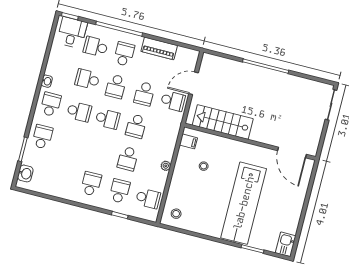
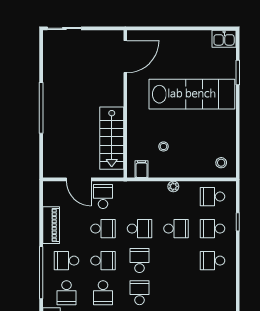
school desk: (148, 198) -> (212, 197), turned -90

